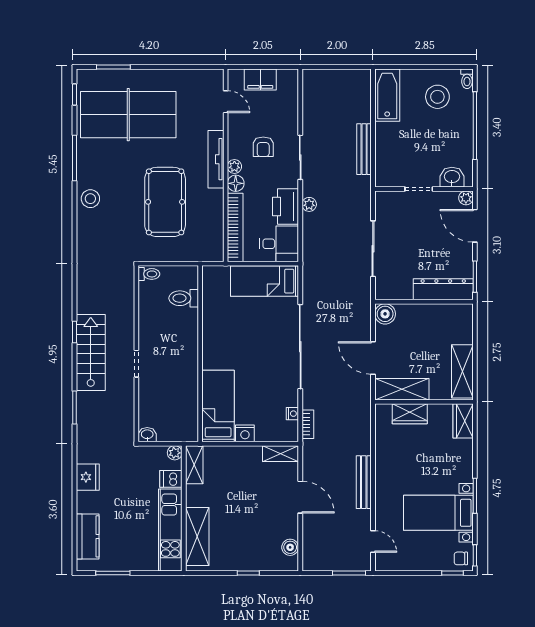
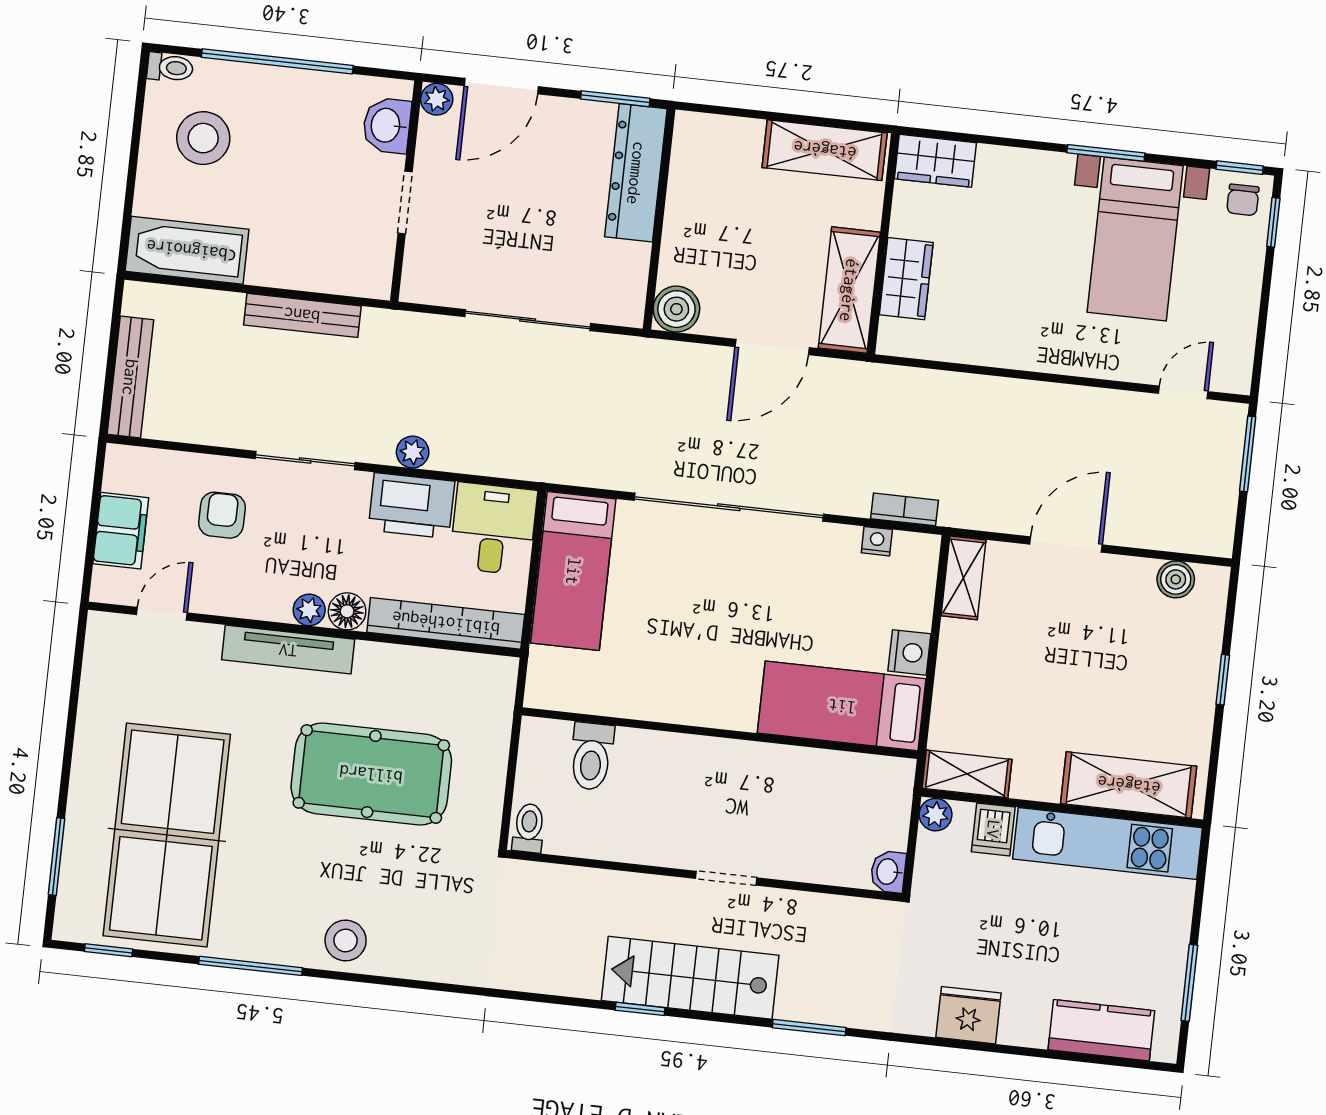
armchair: (263, 147) -> (222, 515), moved, turned -90
bench: (364, 482) -> (130, 377), moved, turned 90

